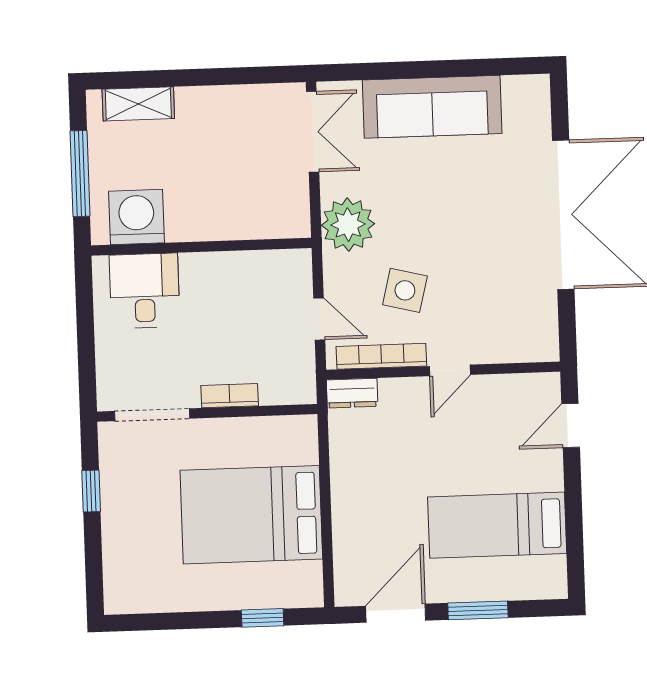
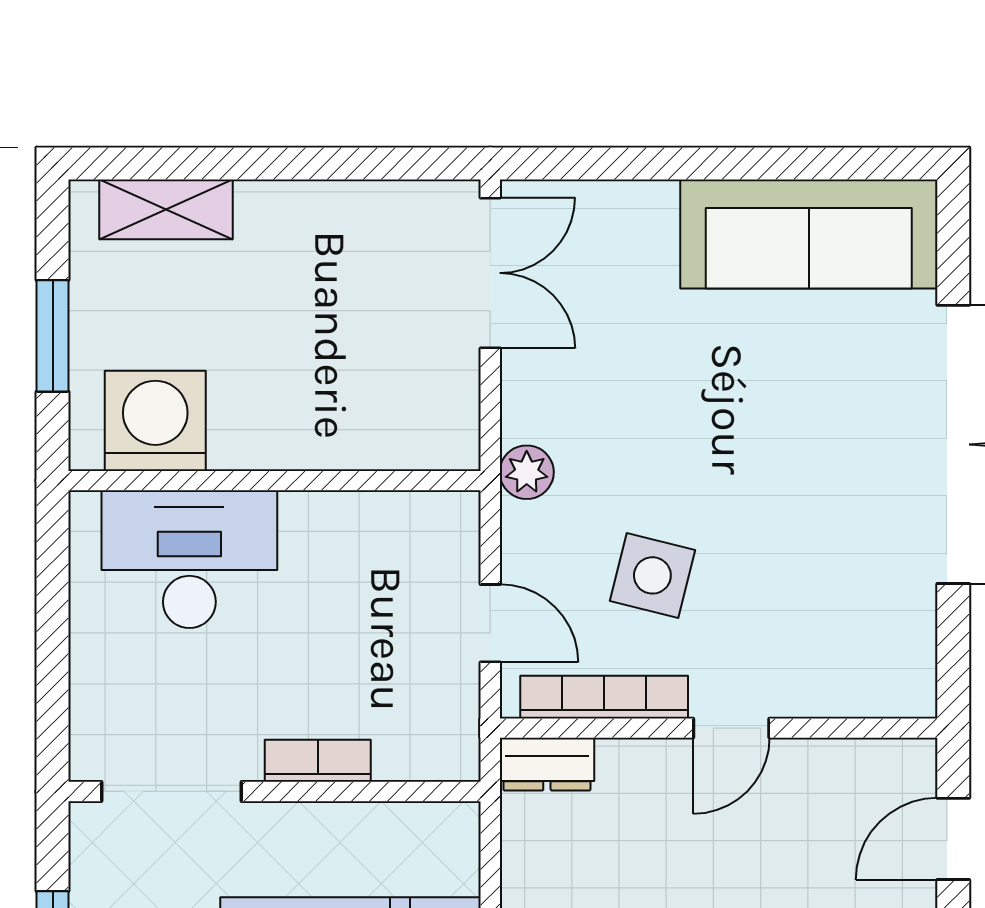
sofa: (432, 107) -> (809, 234), moved
window: (80, 174) -> (53, 336), width x0.69
plant: (348, 225) -> (527, 472), width x0.53, depth x0.53
desk: (145, 291) -> (189, 559), width x1.37

